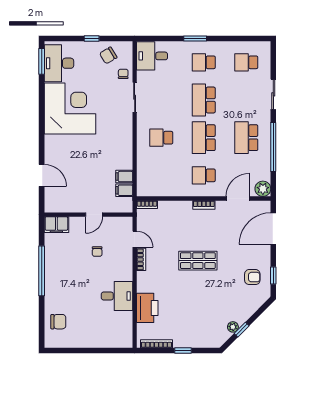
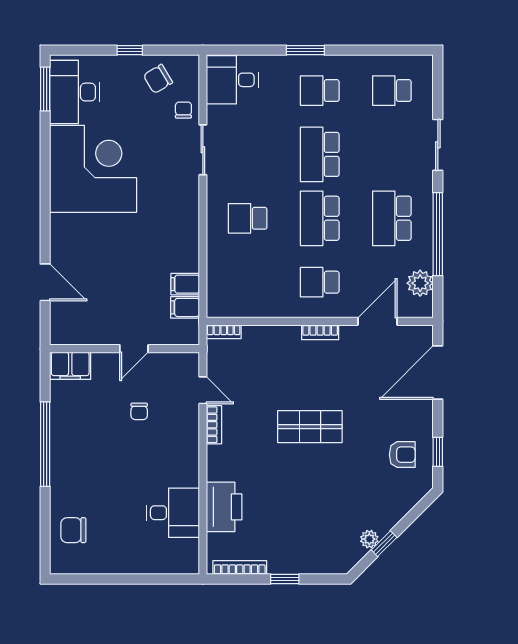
plant: (263, 189) -> (420, 283), moved
desk: (117, 296) -> (173, 513), moved
chair: (58, 322) -> (73, 530), turned 180

